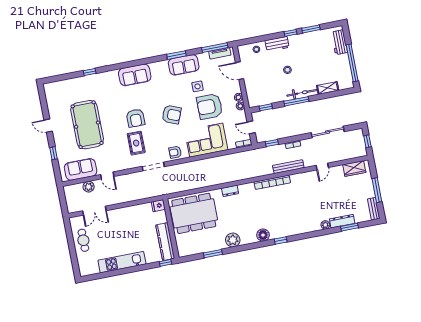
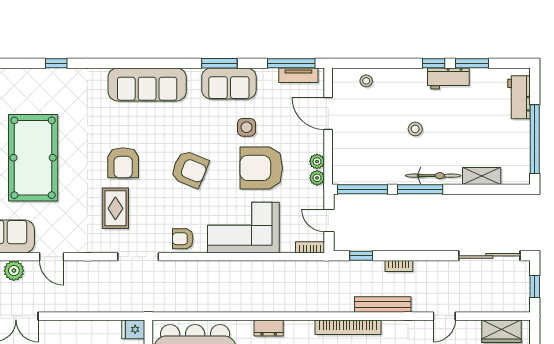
workbench: (277, 44) -> (448, 78), moved
sofa: (135, 75) -> (147, 84), width x1.36
window: (266, 107) -> (363, 189), width x2.17
sliding door: (328, 132) -> (489, 256), moved

